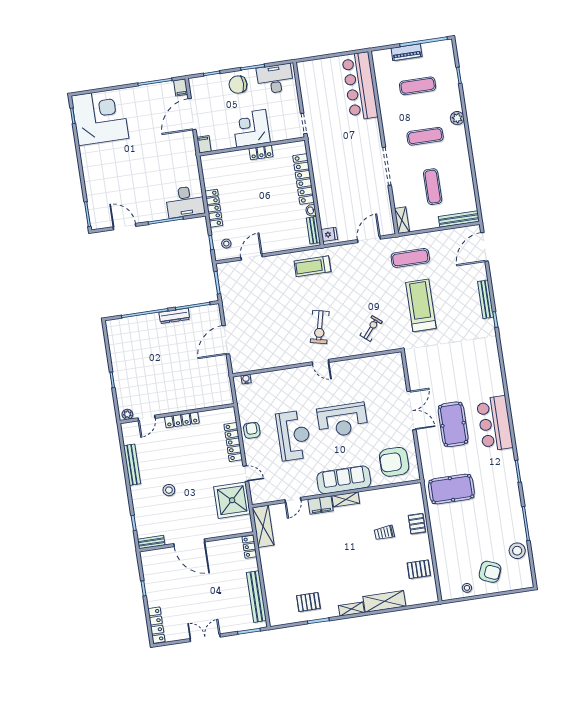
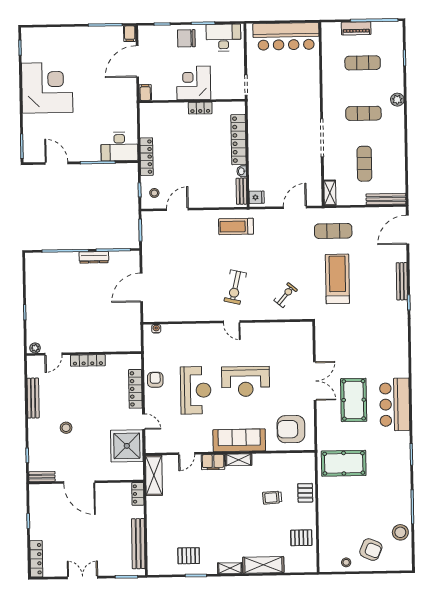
bar counter: (360, 86) -> (286, 36), moved, turned -90
corner desk: (100, 117) -> (47, 88), moved

